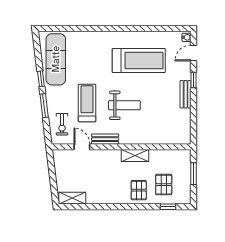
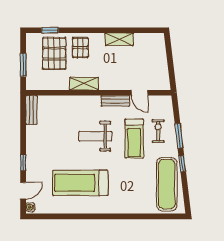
bench: (186, 94) -> (31, 110), moved
exercise bike: (62, 124) -> (158, 131), moved
pallet: (164, 185) -> (54, 53), width x1.50, depth x1.42
shelving: (72, 198) -> (119, 39), moved

